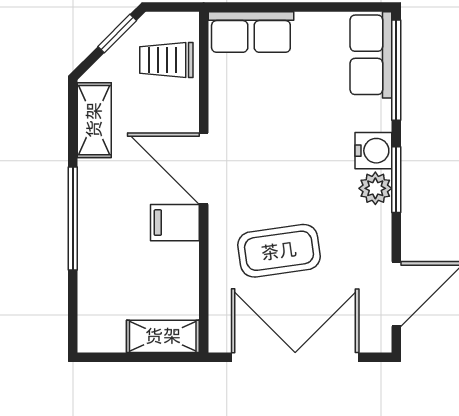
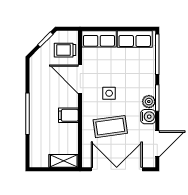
row of seats: (371, 55) -> (135, 39), moved, turned -90
shelving: (94, 120) -> (36, 74), removed
water cooler: (373, 151) -> (148, 117), moved
side table: (276, 167) -> (109, 93), added
door: (204, 169) -> (80, 79), moved

